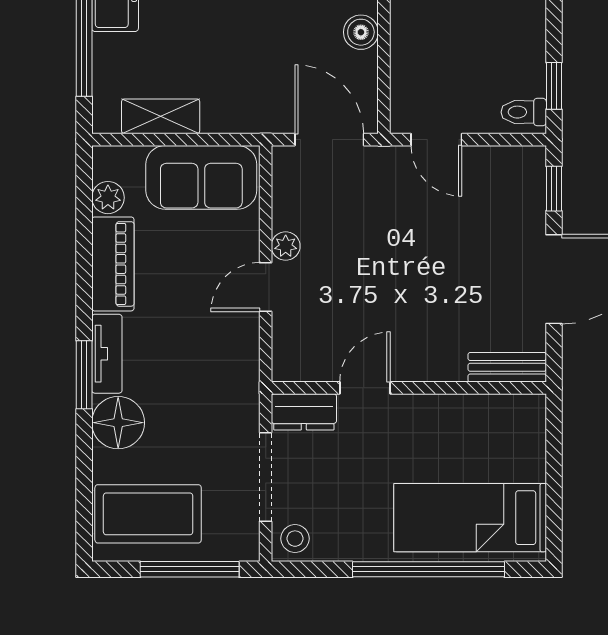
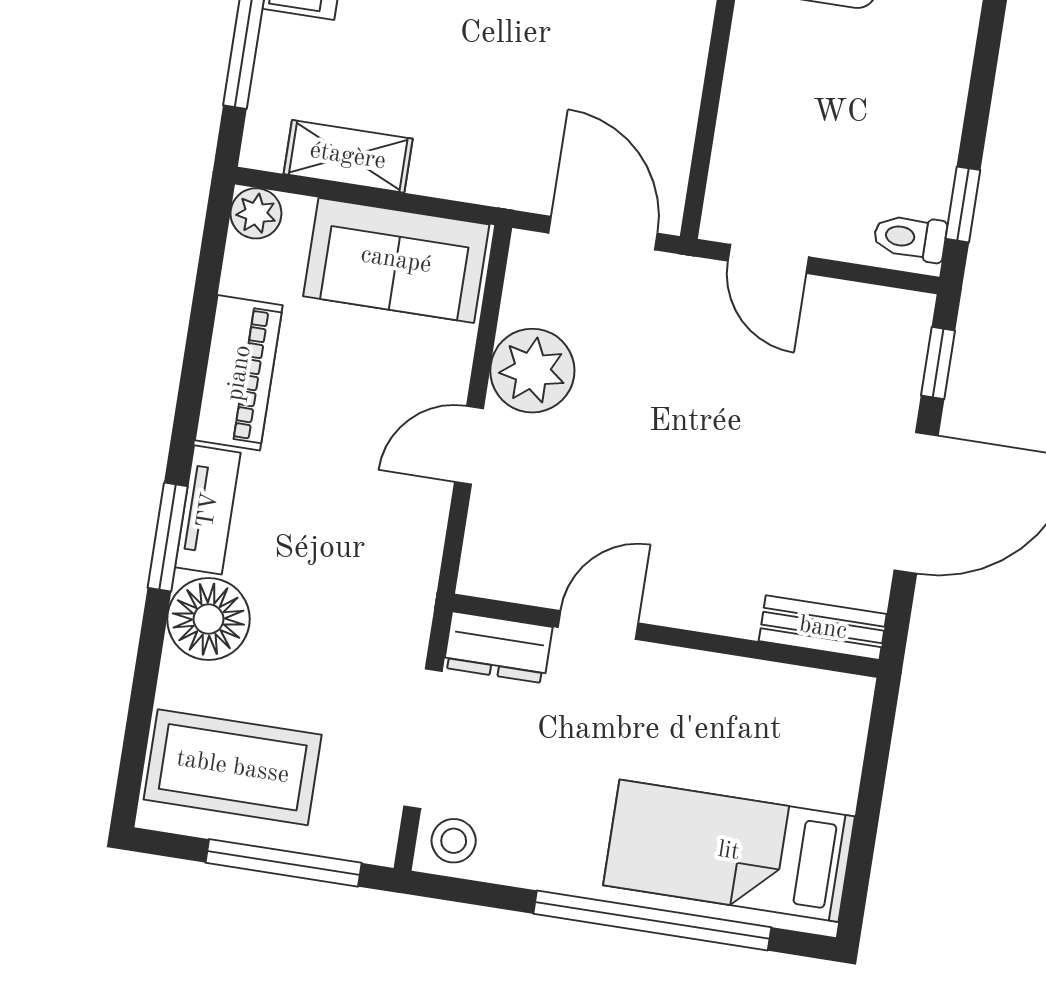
boiler: (361, 32) -> (678, 75), removed
plant: (108, 198) -> (256, 213), moved
plant: (286, 246) -> (532, 371), width x1.88, depth x1.88

